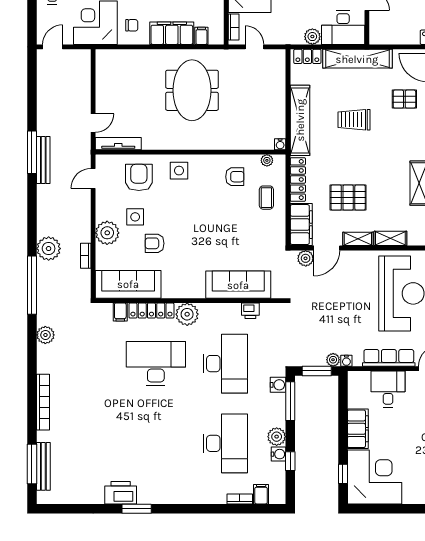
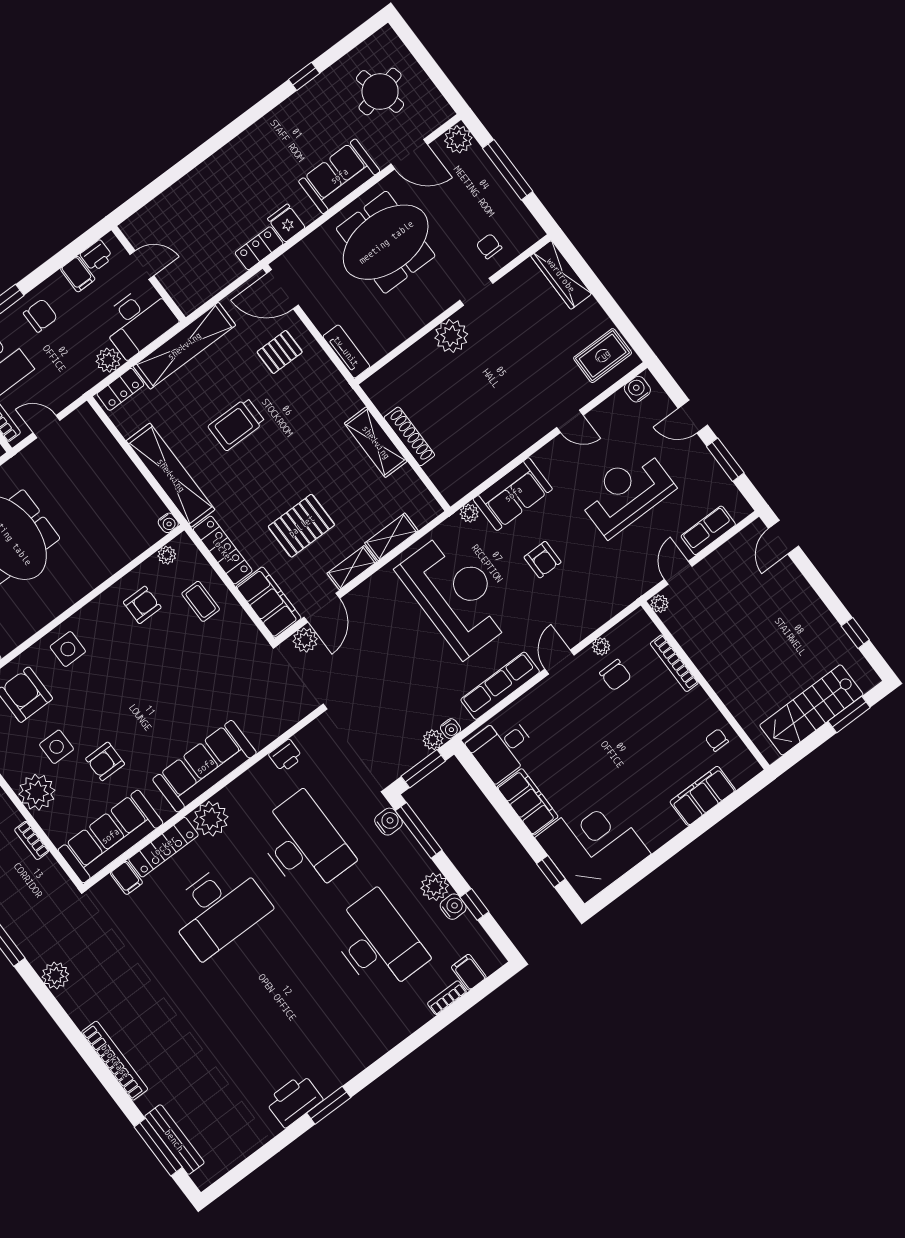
sofa: (238, 285) -> (205, 766), moved
desk: (156, 364) -> (218, 909), turned 180
desk: (388, 389) -> (502, 748), moved, turned -90

